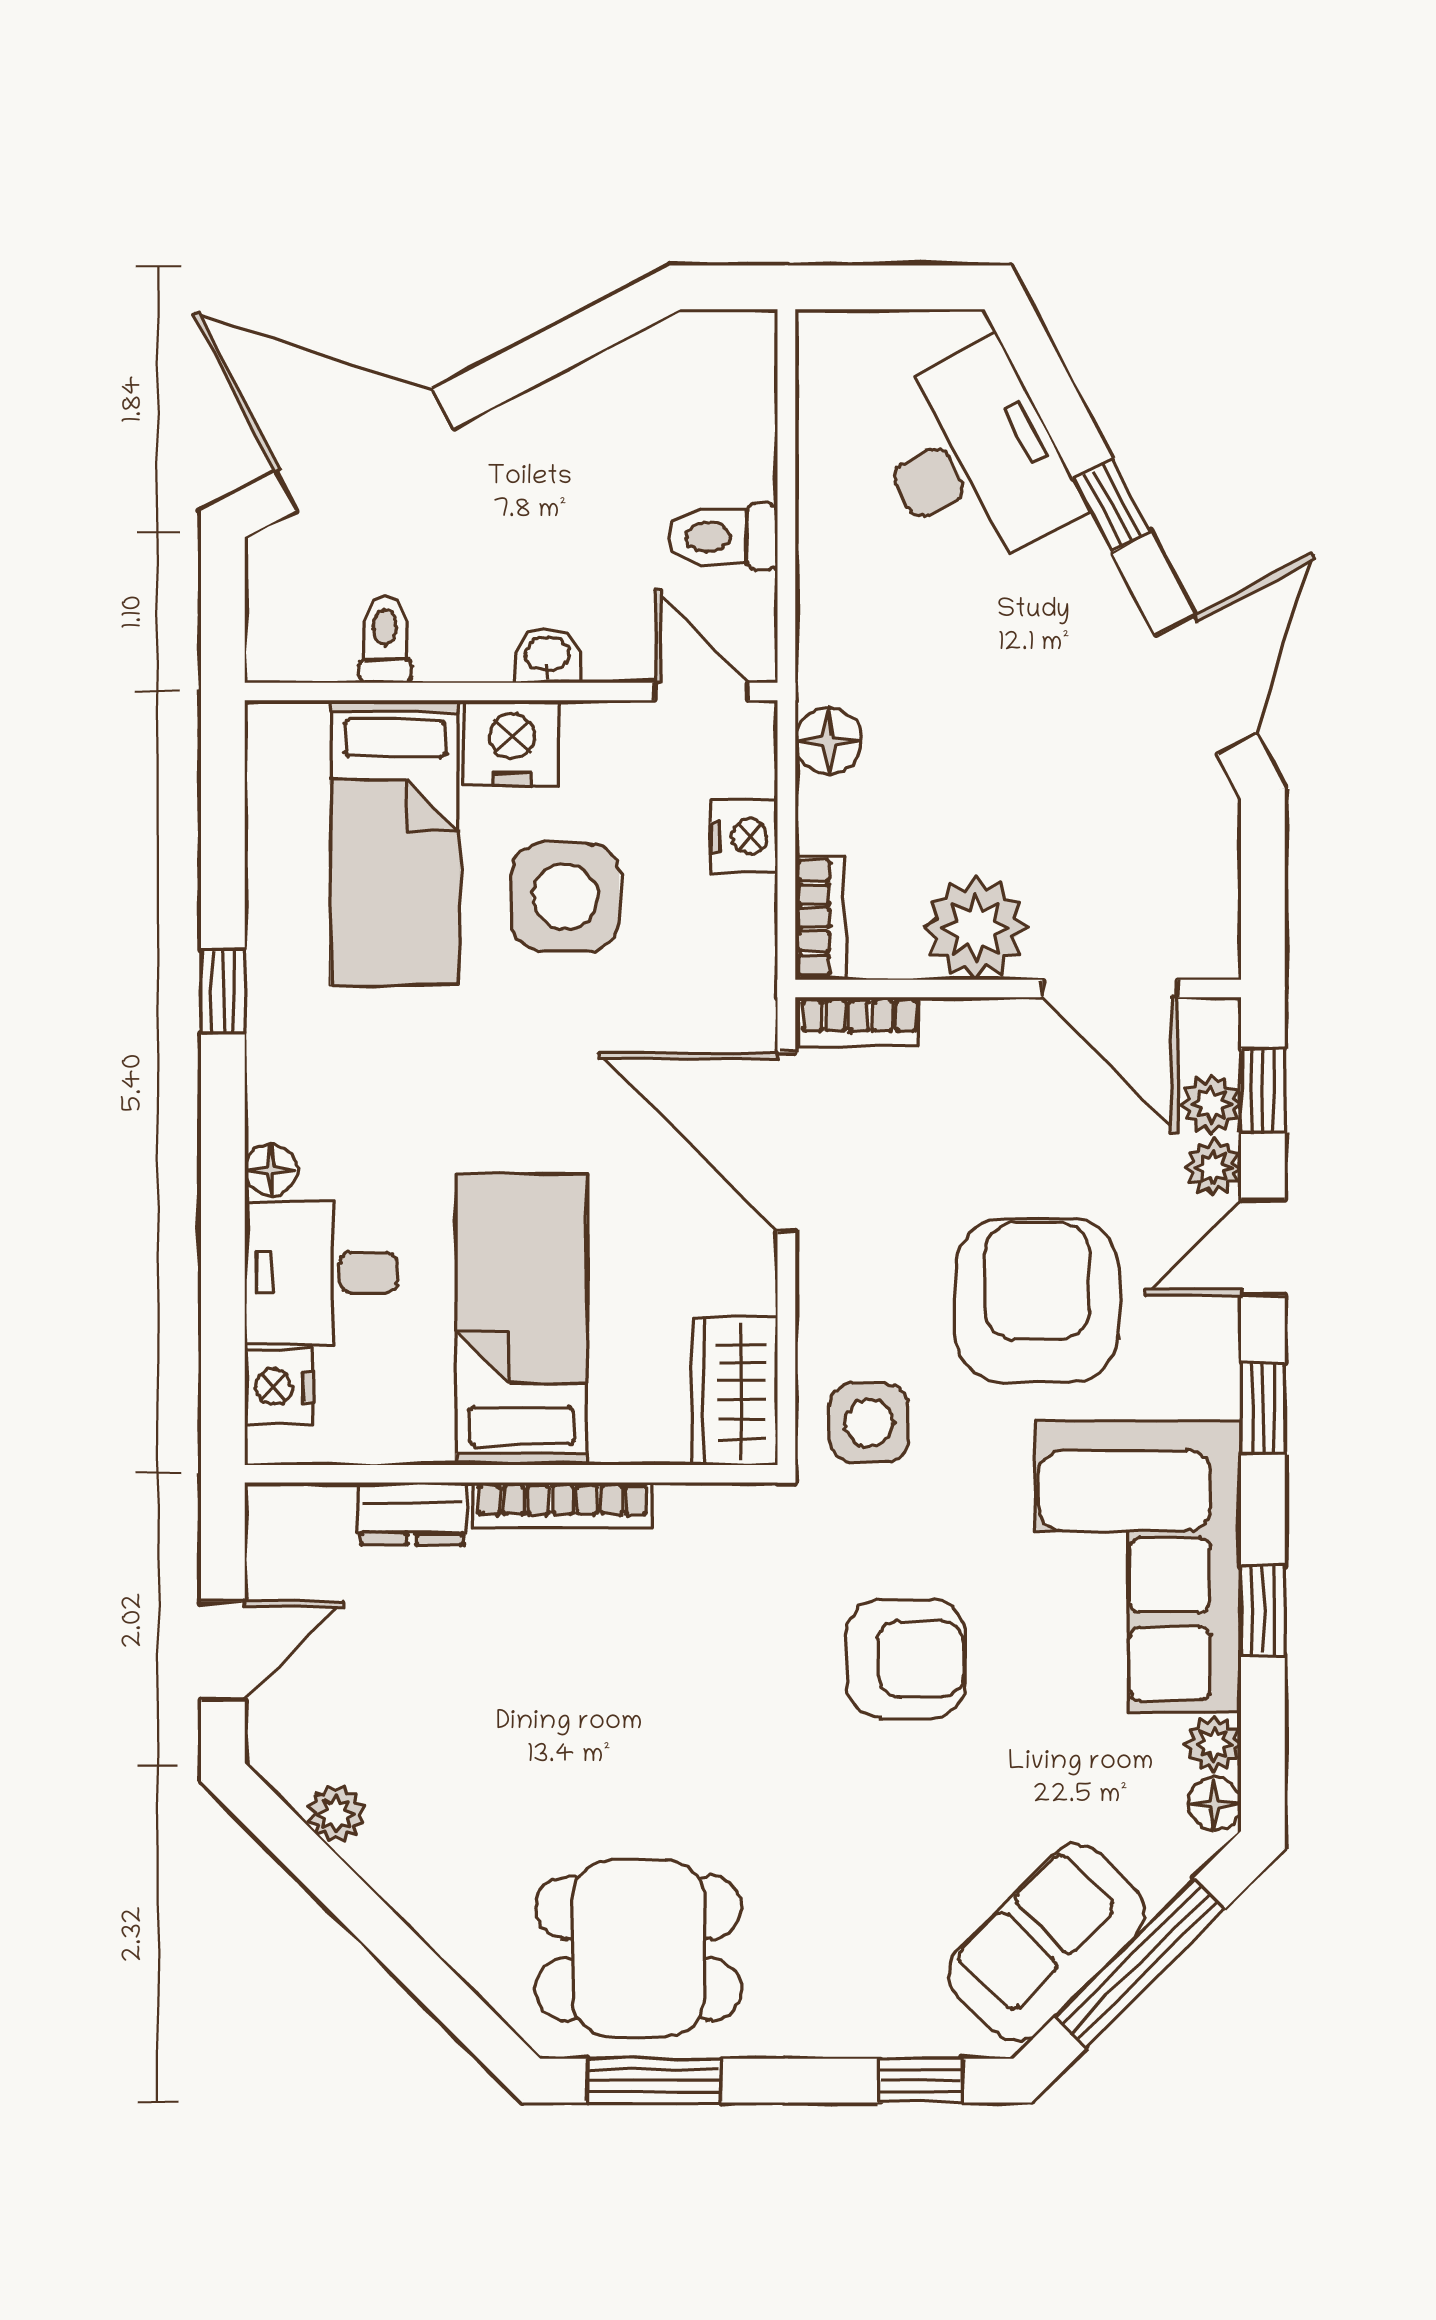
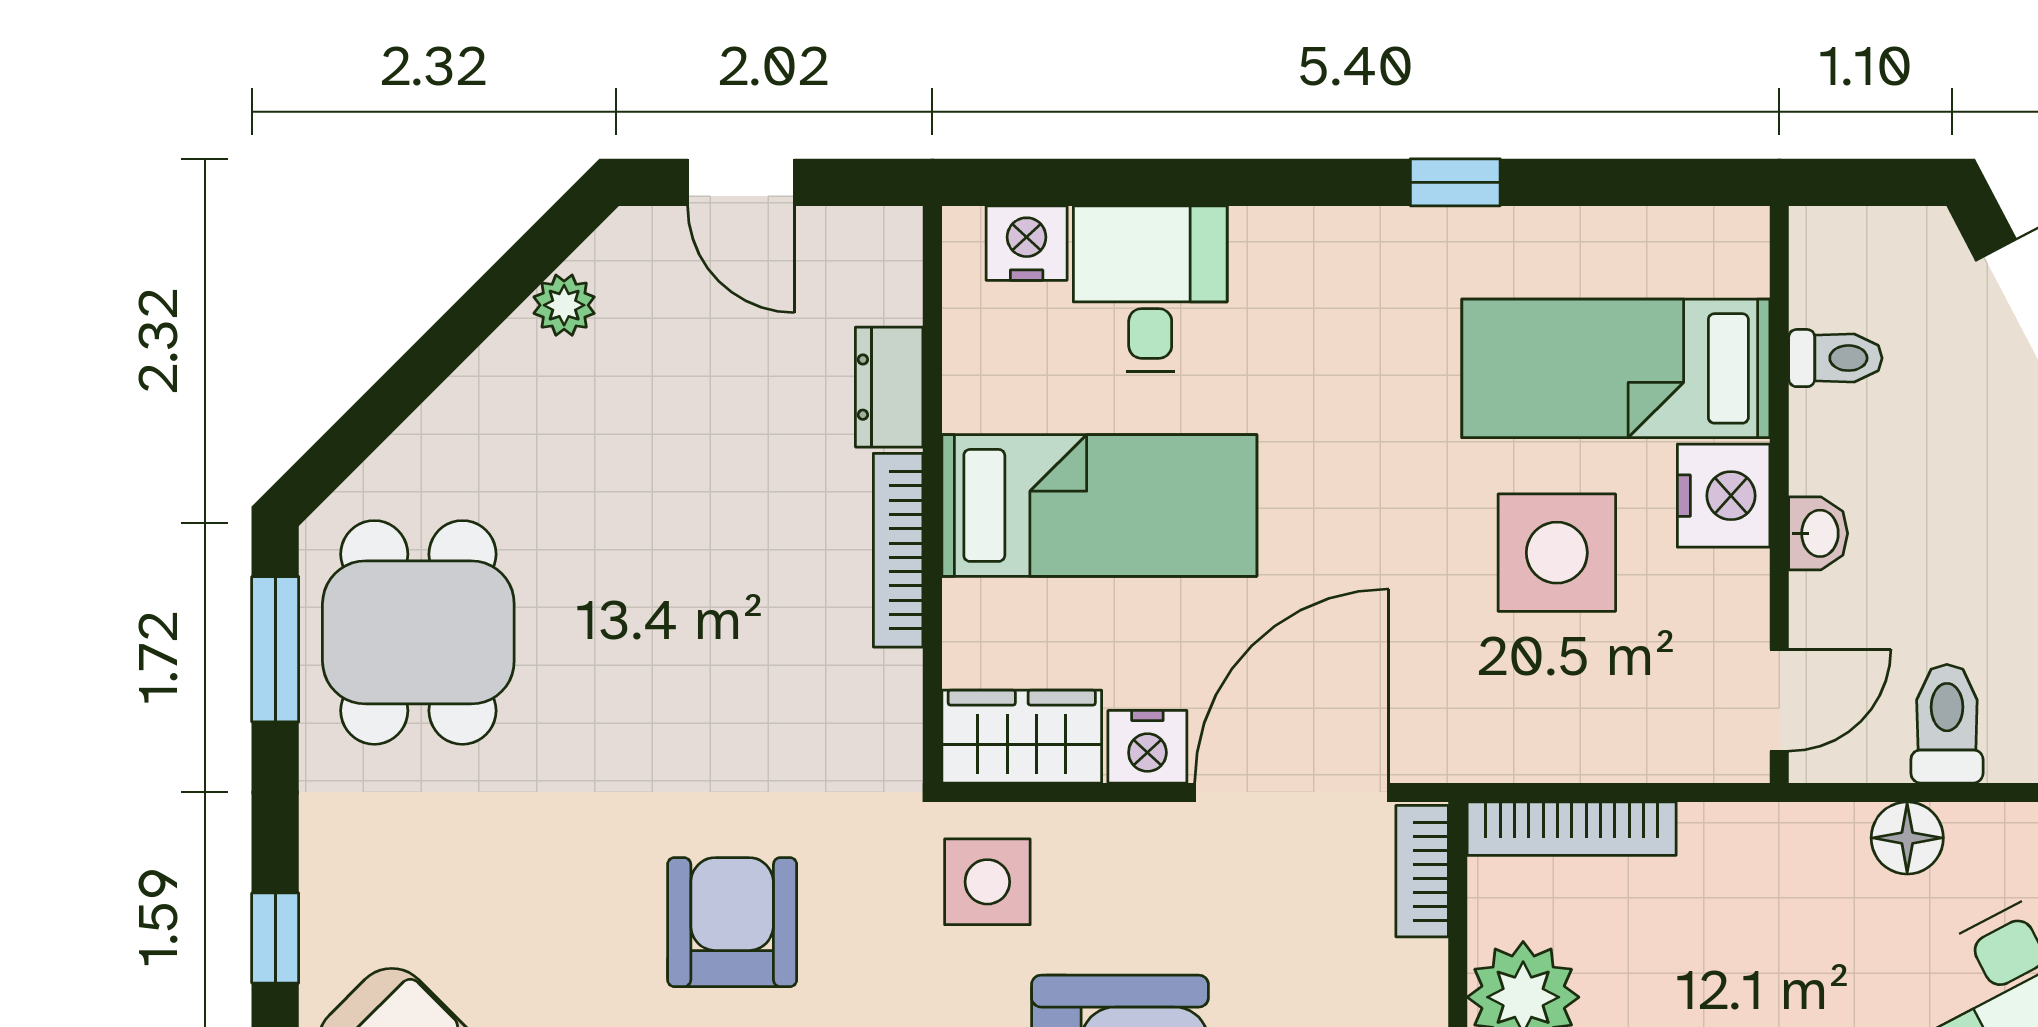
floor lamp: (828, 741) -> (1907, 838), moved
nightstand: (744, 836) -> (1147, 747), moved
bookcase: (820, 918) -> (1572, 829), width x1.56
floor lamp: (270, 1170) -> (1261, 234), removed
armchair: (906, 1659) -> (732, 922), turned 180

